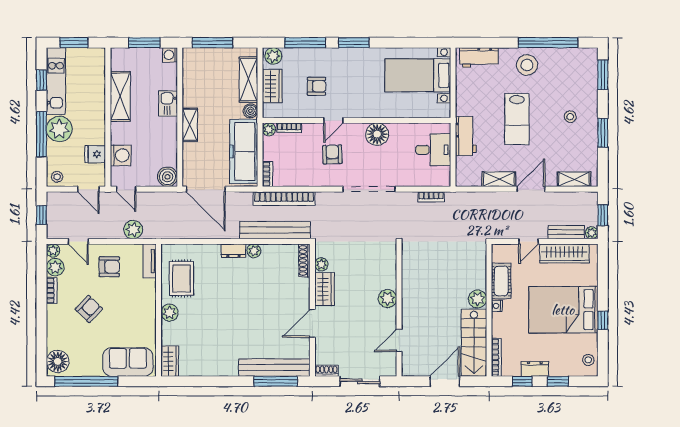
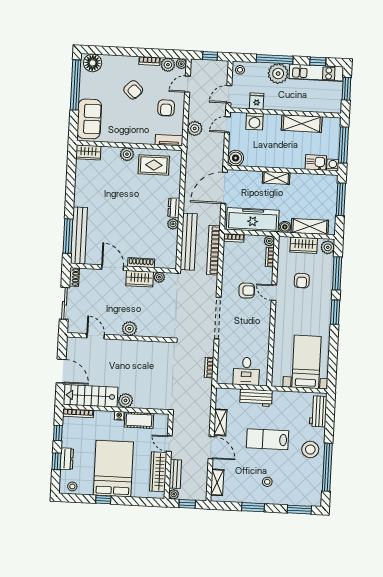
window: (144, 43) -> (344, 145), width x1.44
kitchen sink: (168, 103) -> (316, 162), moved
floor lamp: (377, 134) -> (261, 327), removed
shoe rack: (304, 260) -> (141, 263), moved
dresser: (535, 369) -> (67, 459), moved

